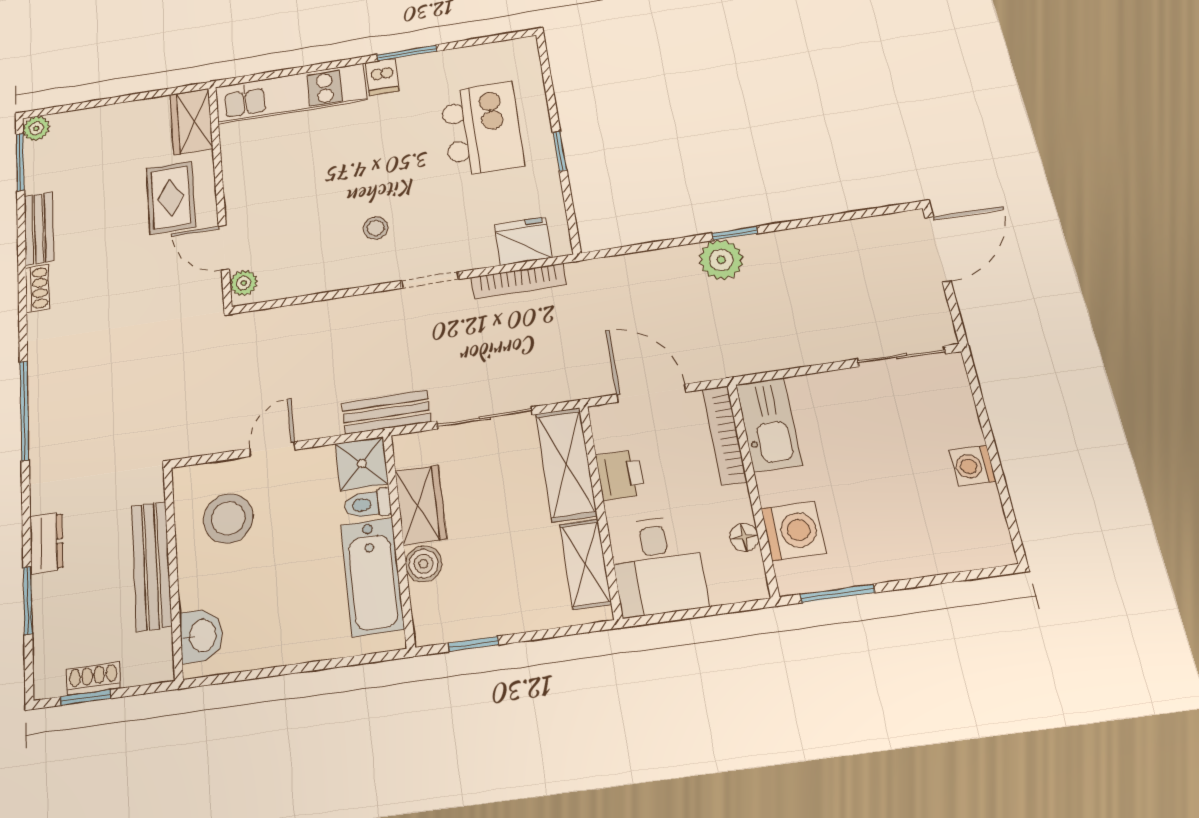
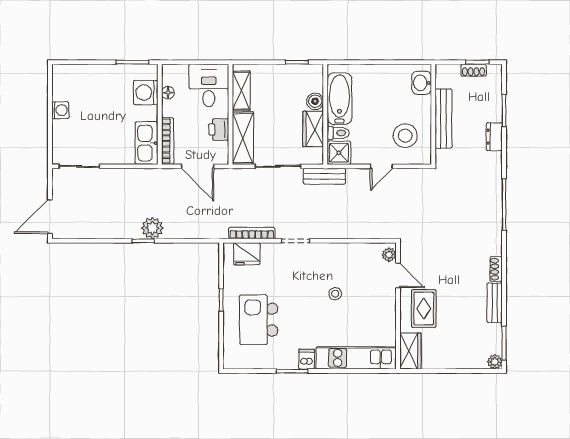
stool: (376, 228) -> (335, 294), moved

